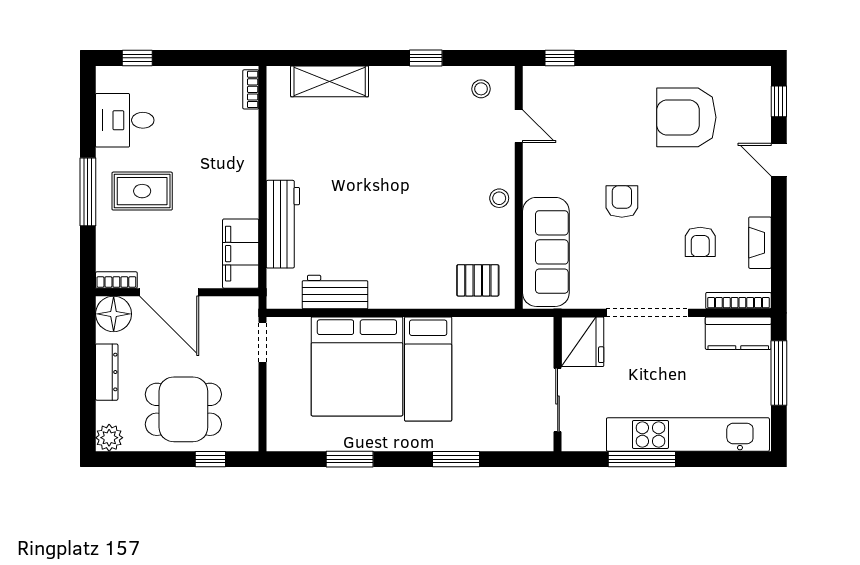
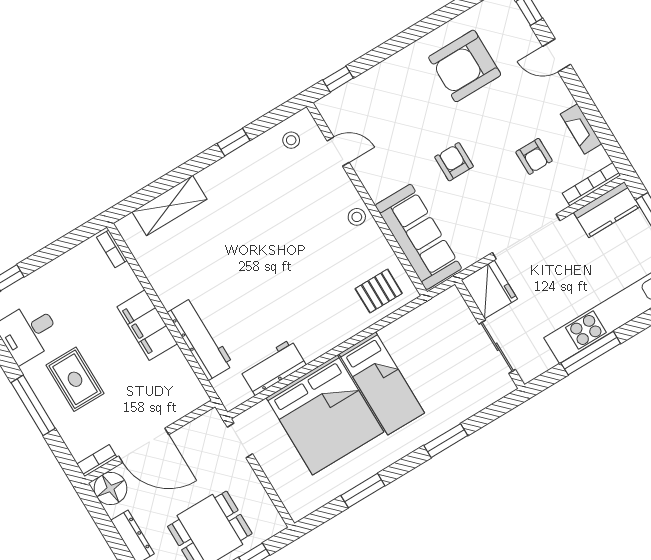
rug: (142, 191) -> (75, 379), turned 90
filing cabinet: (241, 254) -> (147, 325), moved

